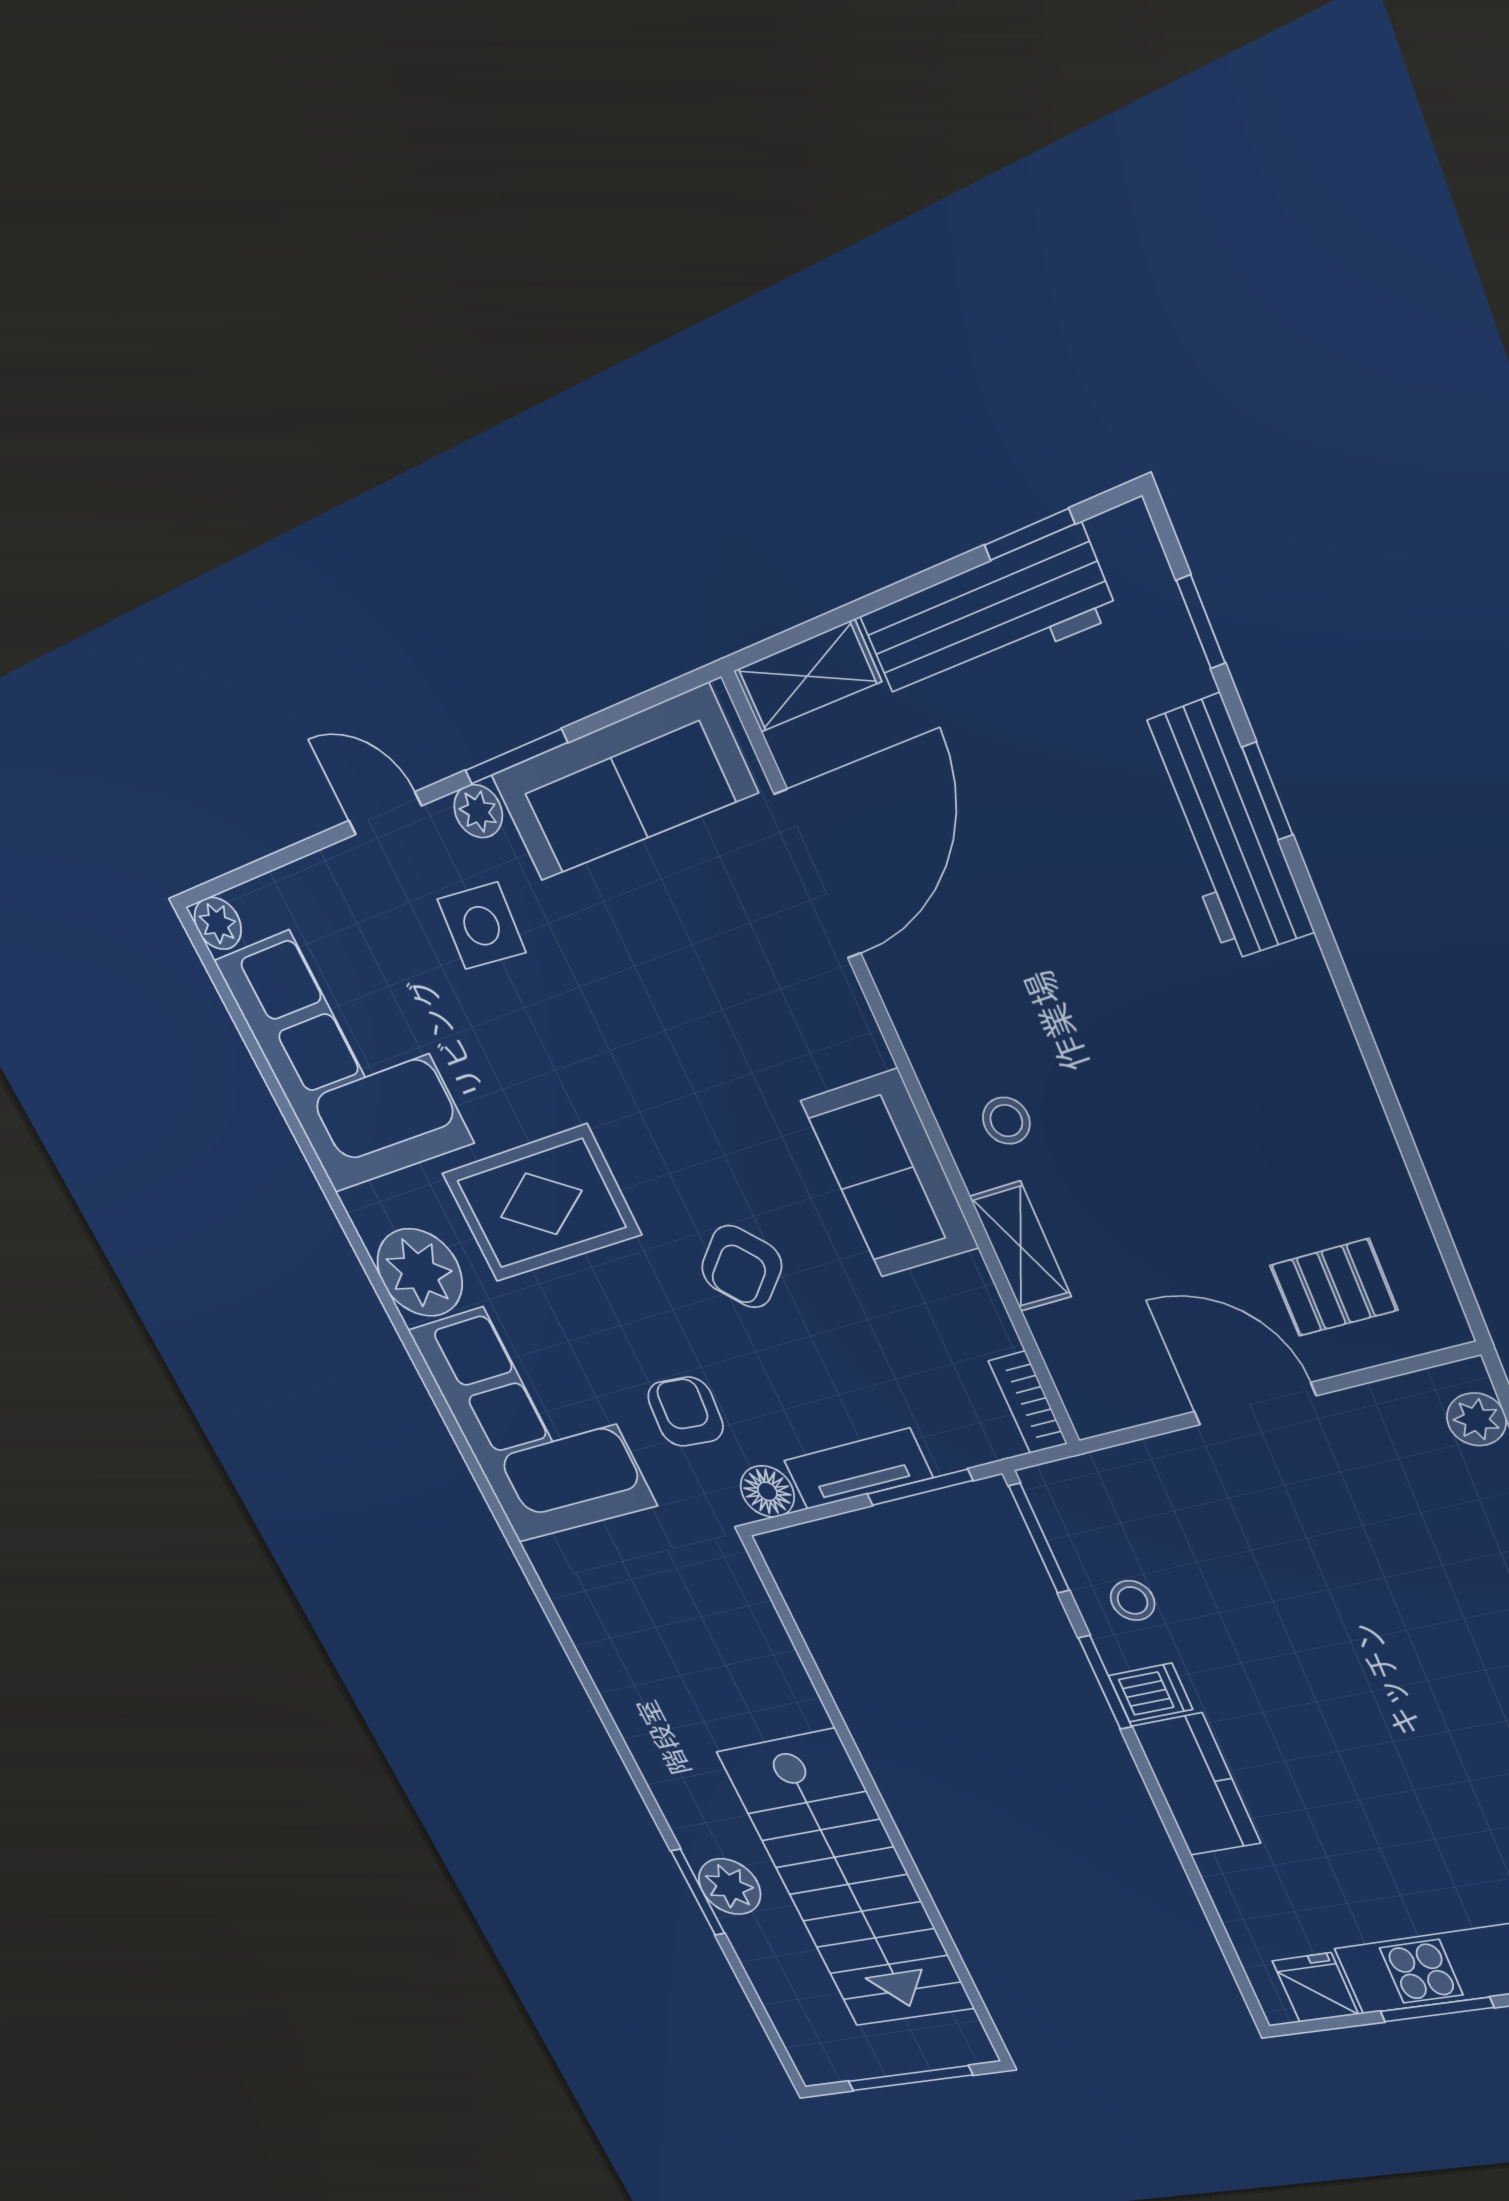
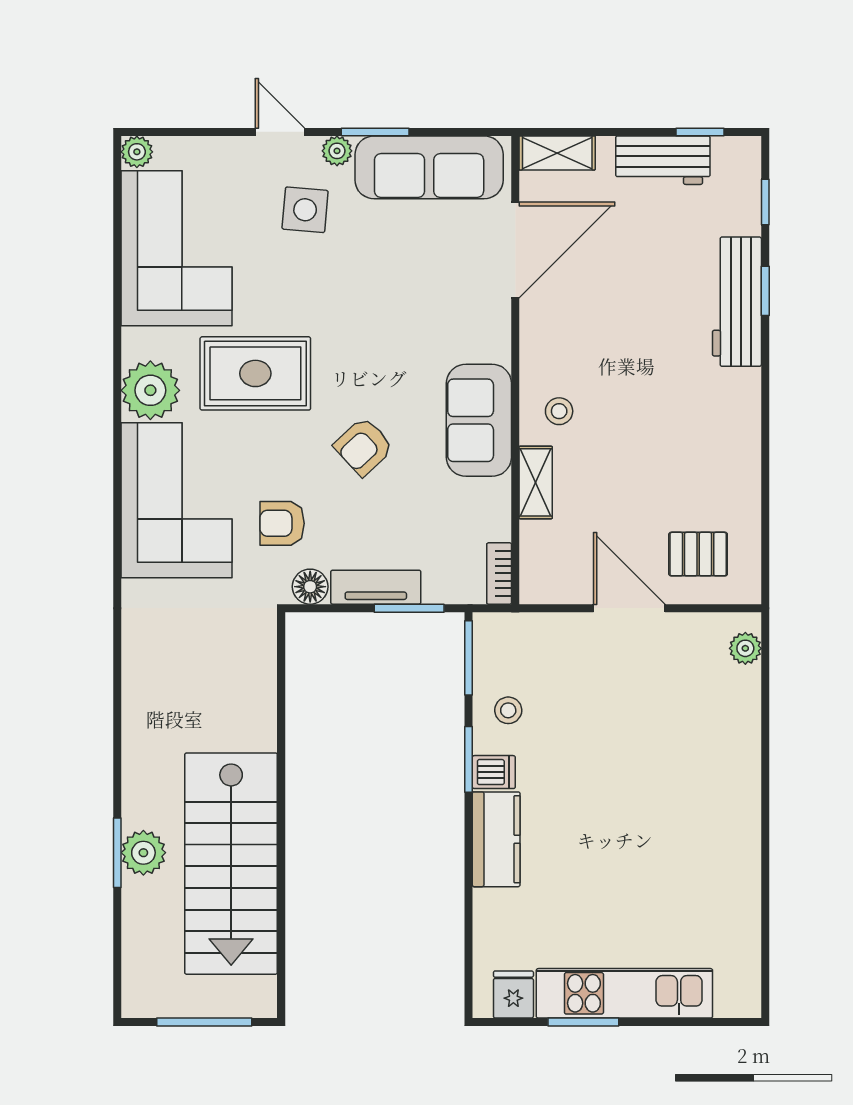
workbench: (987, 616) -> (663, 160), width x0.73
armchair: (685, 1412) -> (282, 523), turned -95

